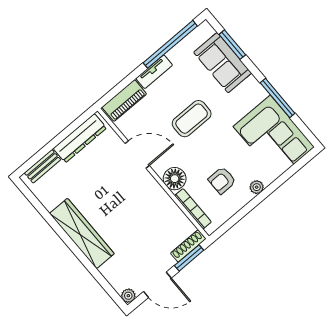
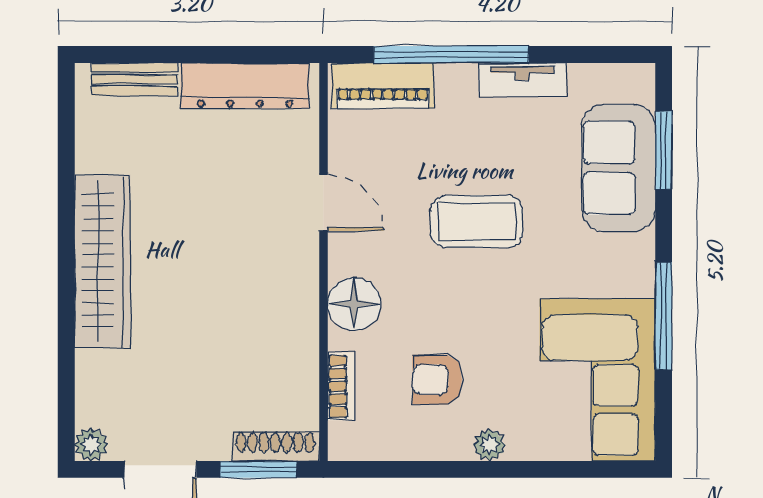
window: (170, 44) -> (451, 55), moved
tv unit: (154, 72) -> (522, 80), moved
door: (137, 154) -> (323, 203), width x0.73
bookcase: (193, 209) -> (341, 386), width x0.64

